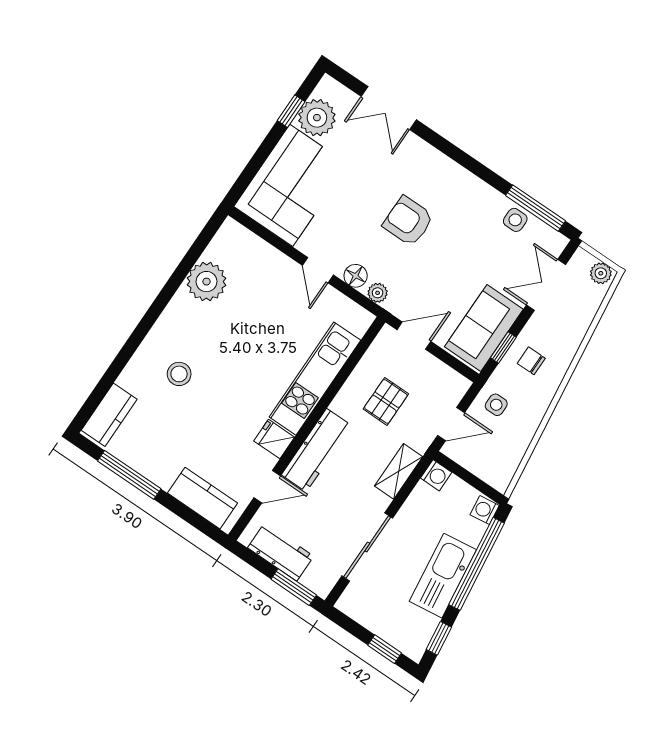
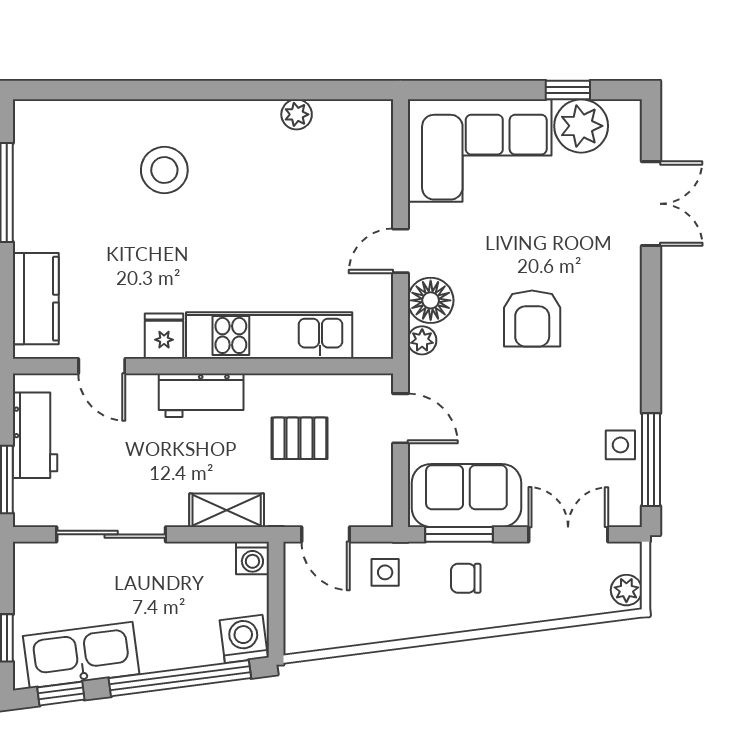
double door: (389, 108) -> (651, 204), swing flipped
armchair: (408, 221) -> (532, 319), turned 180
floor lamp: (356, 276) -> (431, 300), width x1.38, depth x1.38
plant: (207, 282) -> (297, 114), width x0.53, depth x0.53
window: (503, 347) -> (459, 534), width x1.50
chair: (531, 361) -> (466, 578), turned -90
stool: (179, 374) -> (164, 170), width x1.38, depth x1.38
kitchen counter: (109, 415) -> (59, 120), removed
workbench: (316, 450) -> (201, 395), width x0.73
washing machine: (485, 510) -> (244, 639), width x1.38, depth x1.38
kitchen sink: (443, 576) -> (81, 655), moved

